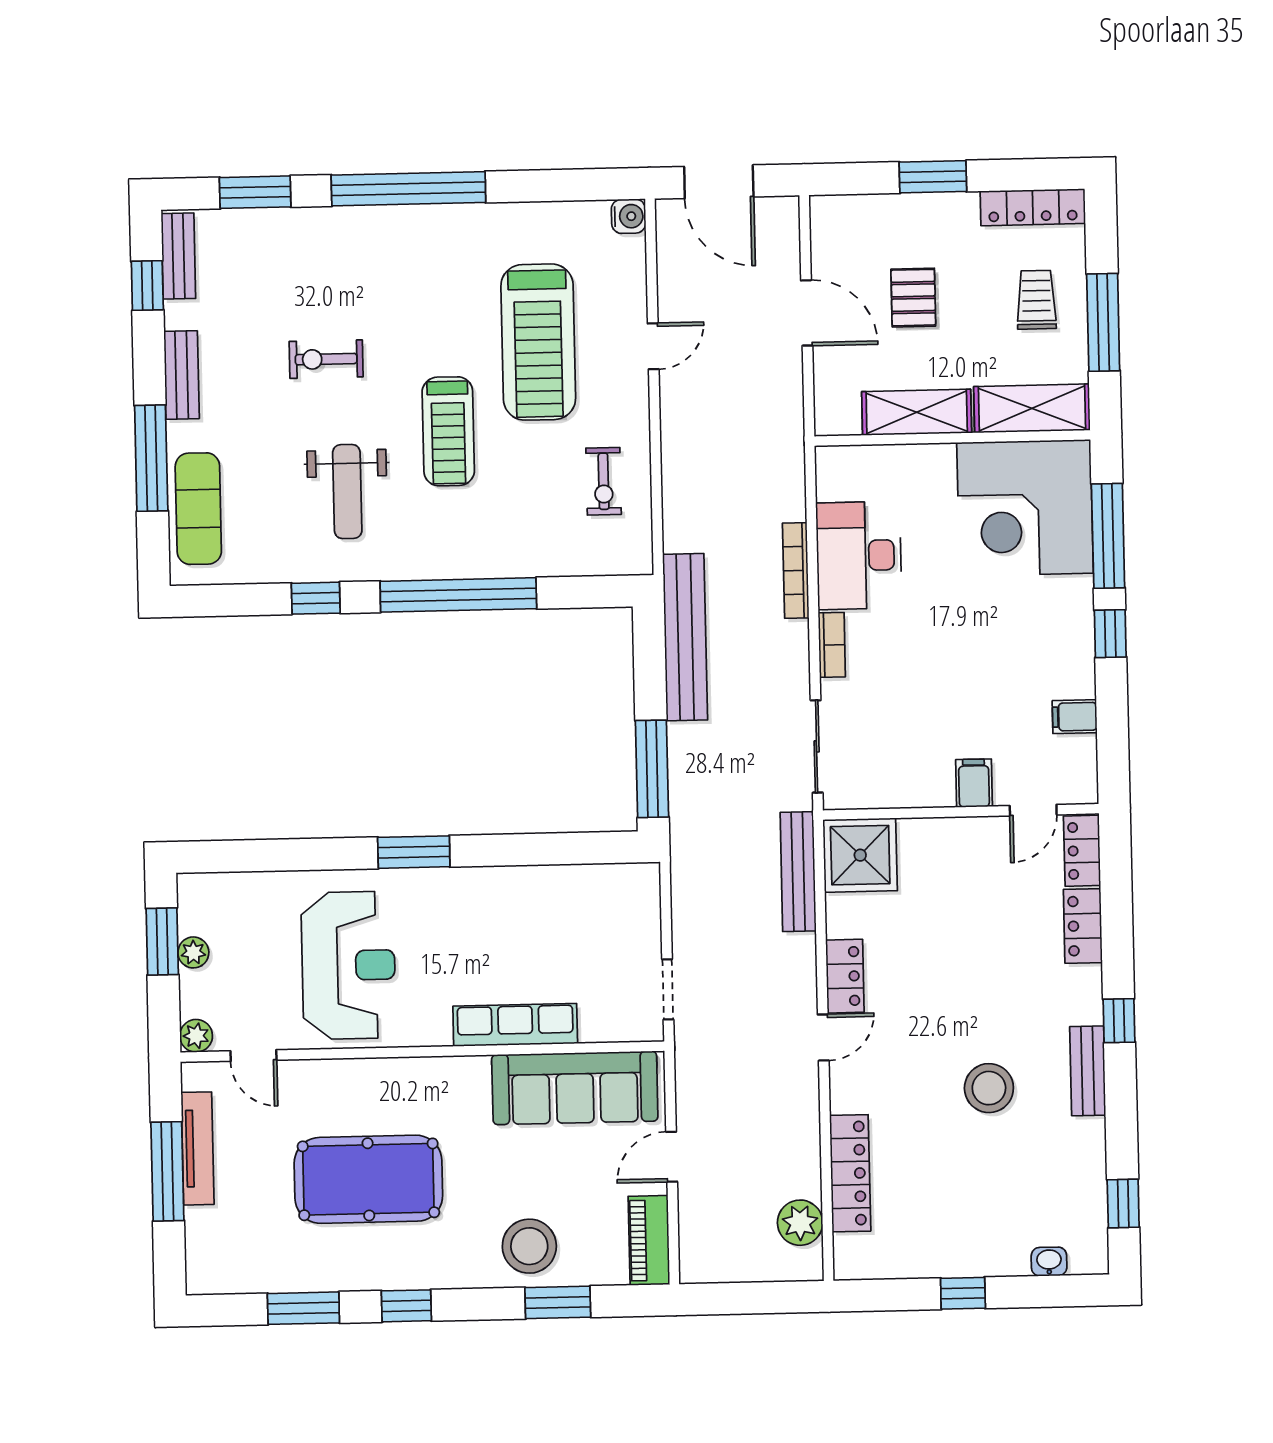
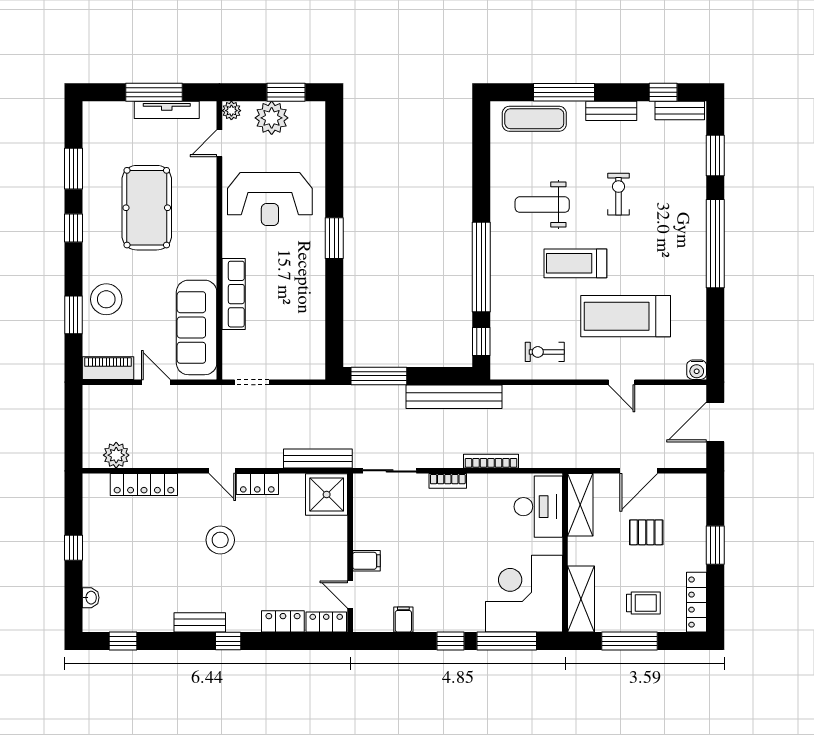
shelving: (917, 412) -> (580, 505), moved
desk: (859, 555) -> (538, 507), moved, turned 90
window: (316, 598) -> (481, 342), moved
plant: (193, 952) -> (272, 118), width x1.88, depth x1.88
stool: (989, 1088) -> (220, 540), moved

